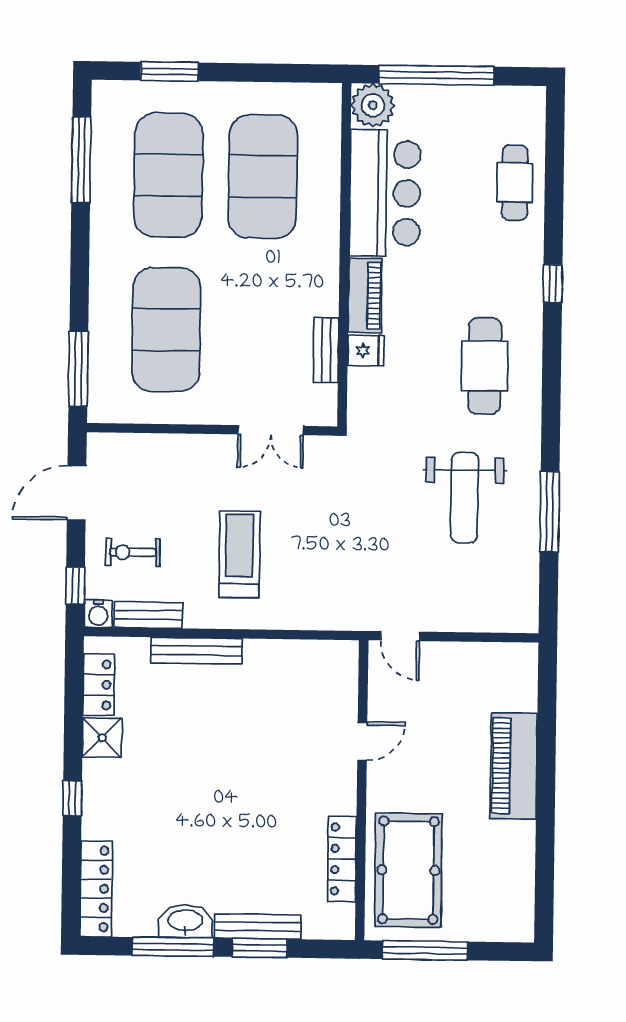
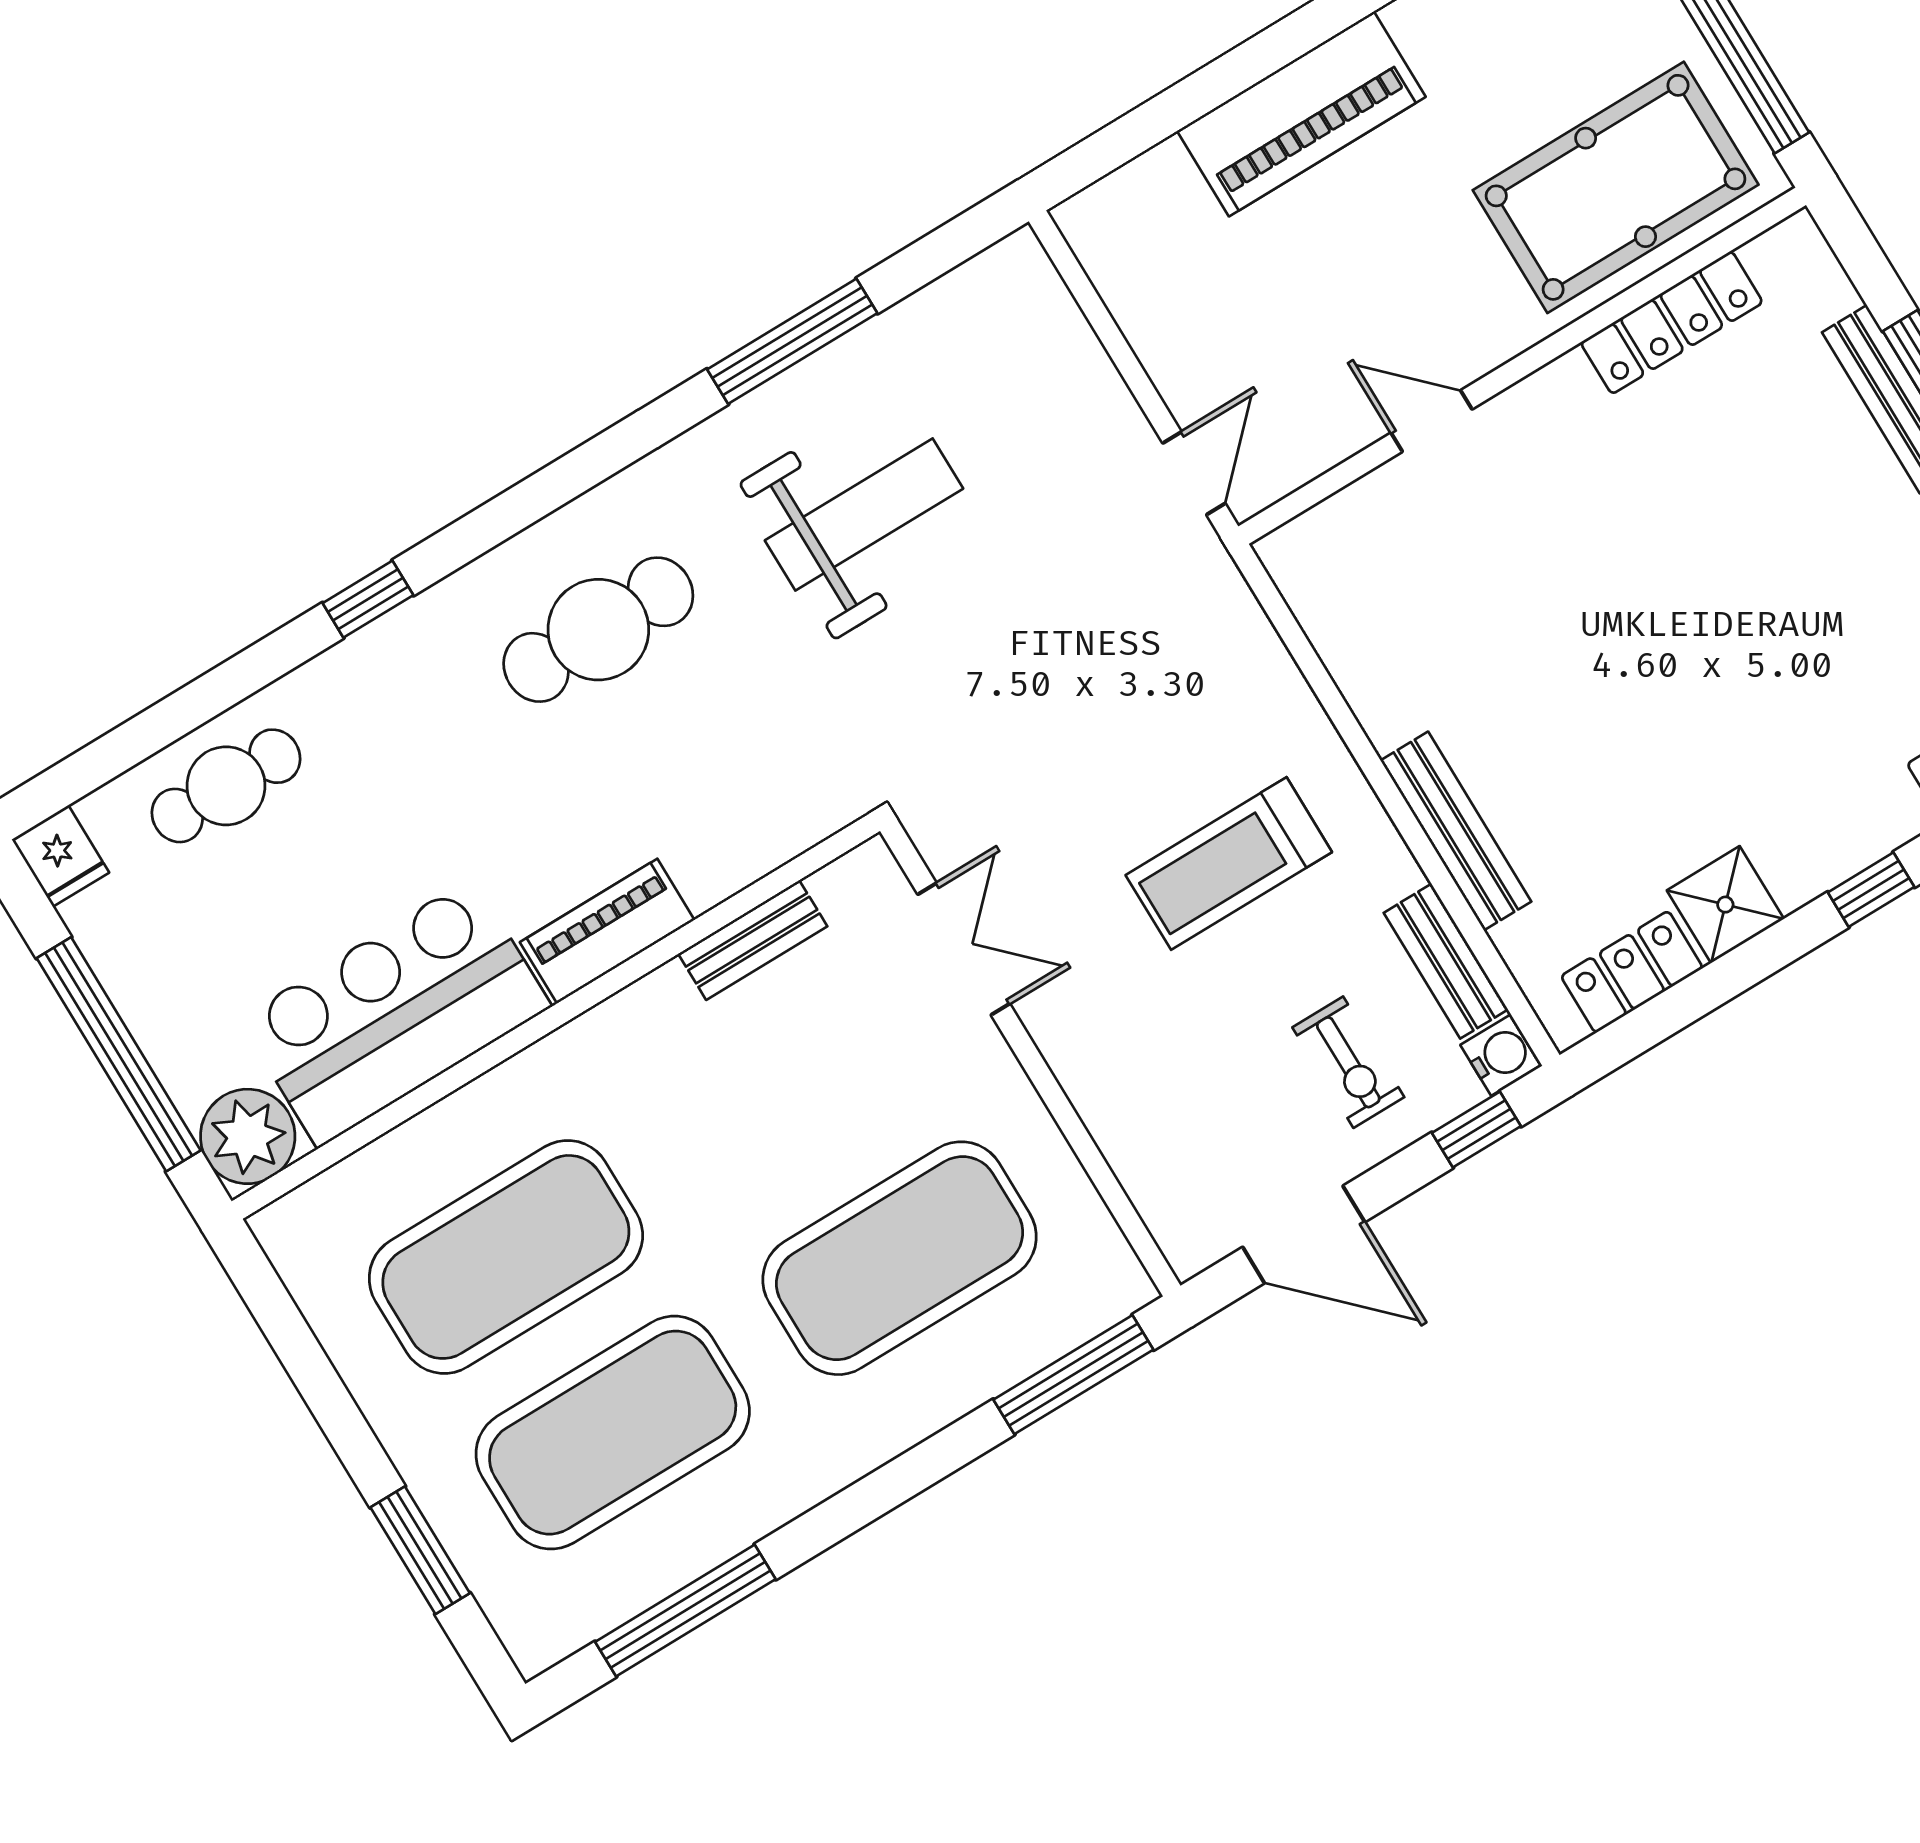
fridge: (366, 350) -> (60, 856), moved, turned 180

